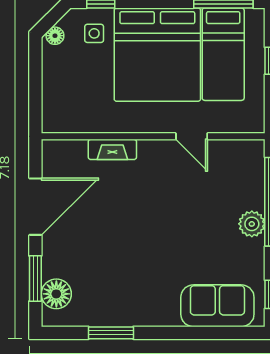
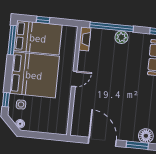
bed: (223, 54) -> (38, 38), width x1.50
door: (192, 136) -> (74, 79), moved
fireplace: (112, 149) -> (85, 39), moved

